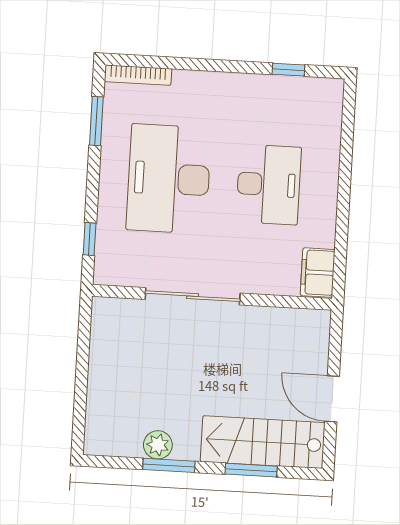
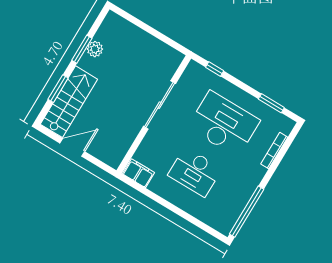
window: (288, 70) -> (247, 212), width x3.17
bookcase: (138, 75) -> (274, 151), moved

